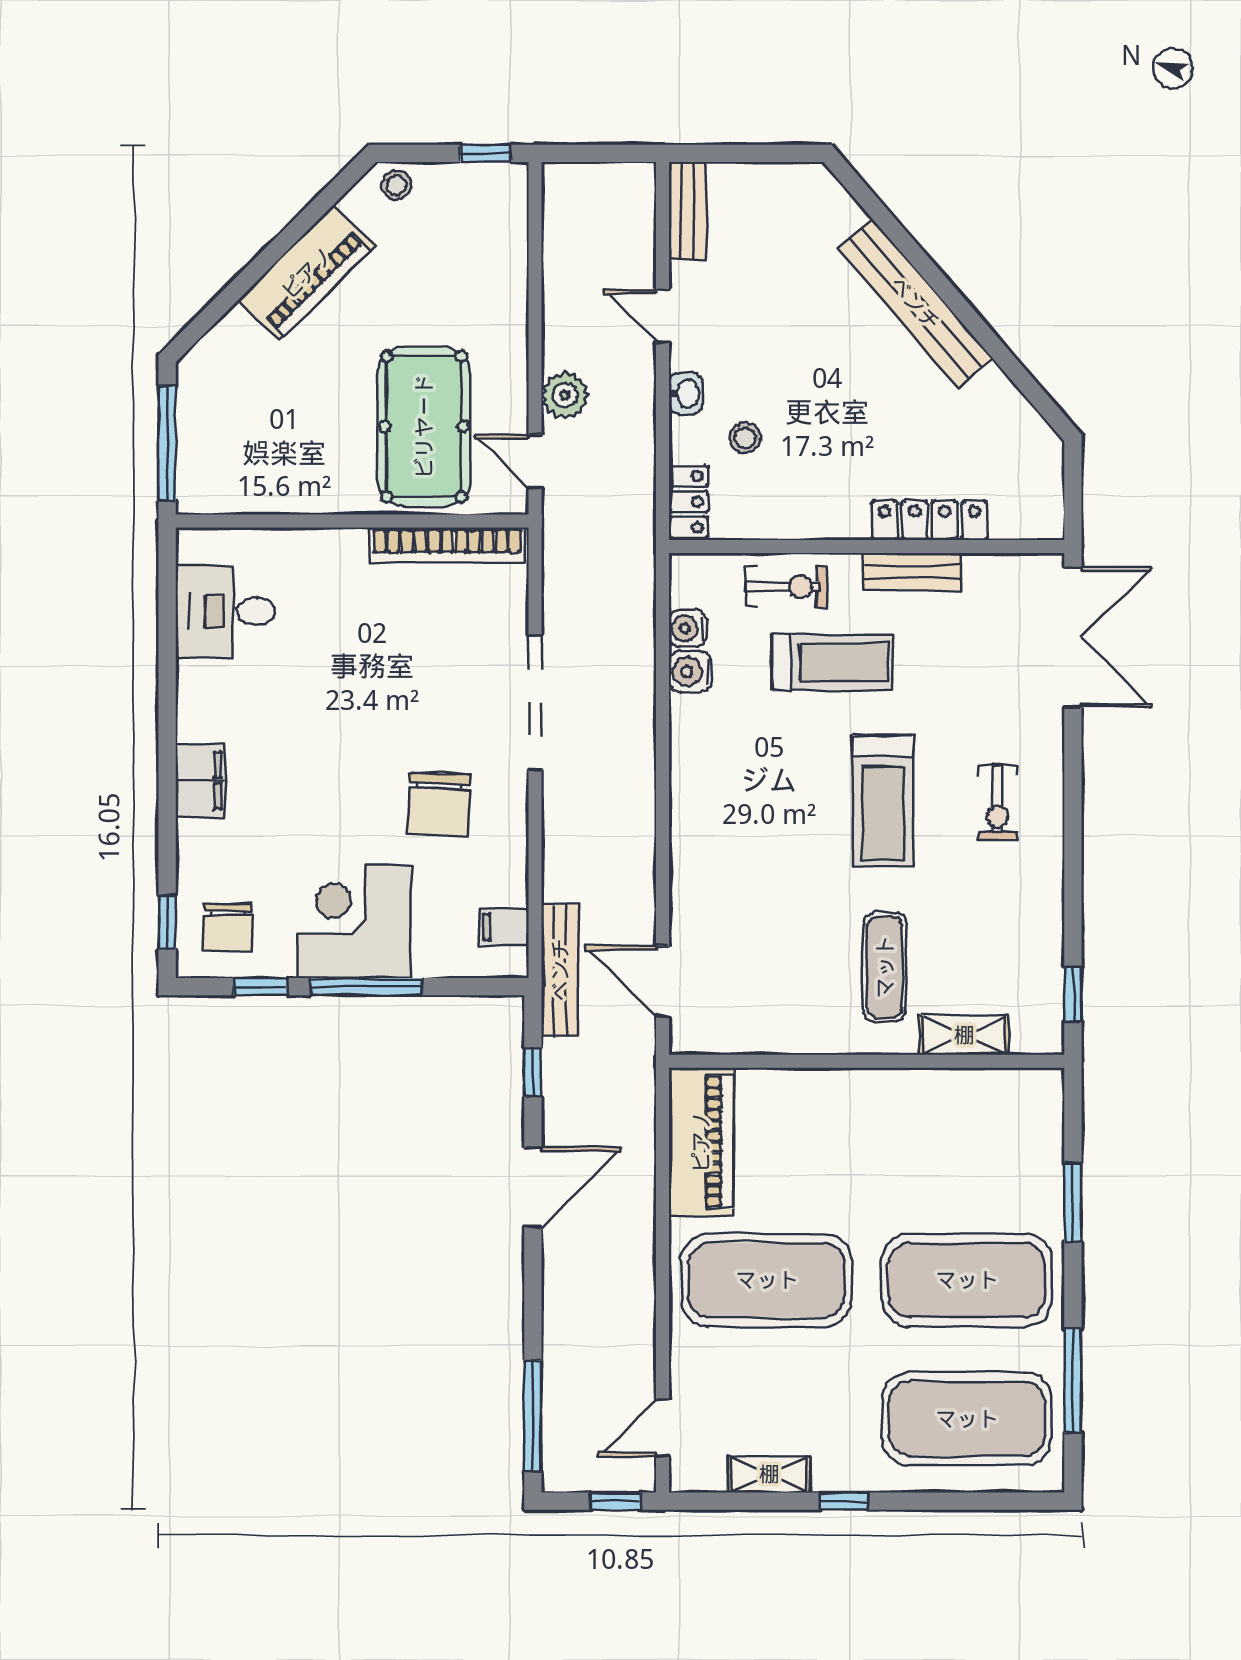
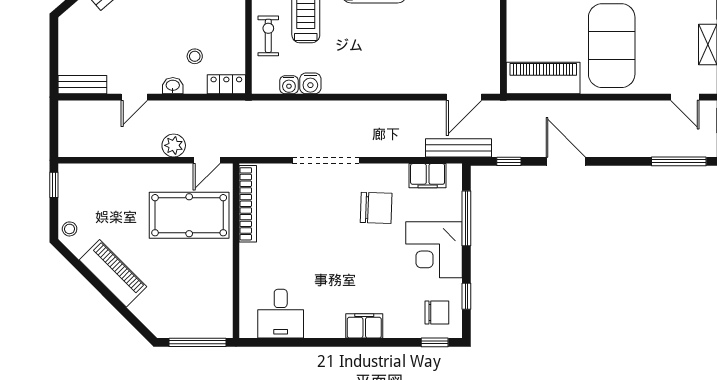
filing cabinet: (504, 927) -> (428, 176), width x2.00
window: (367, 987) -> (466, 218), moved

